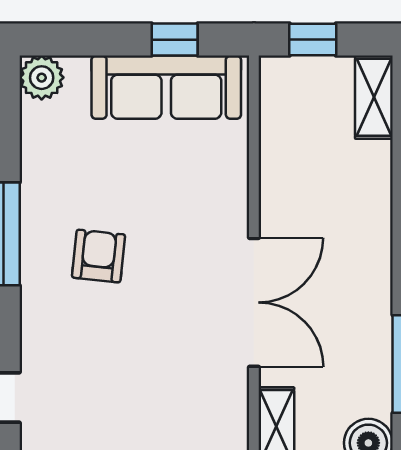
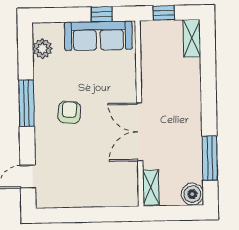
plant: (42, 78) -> (42, 49), moved
double door: (254, 302) -> (140, 132), swing flipped

